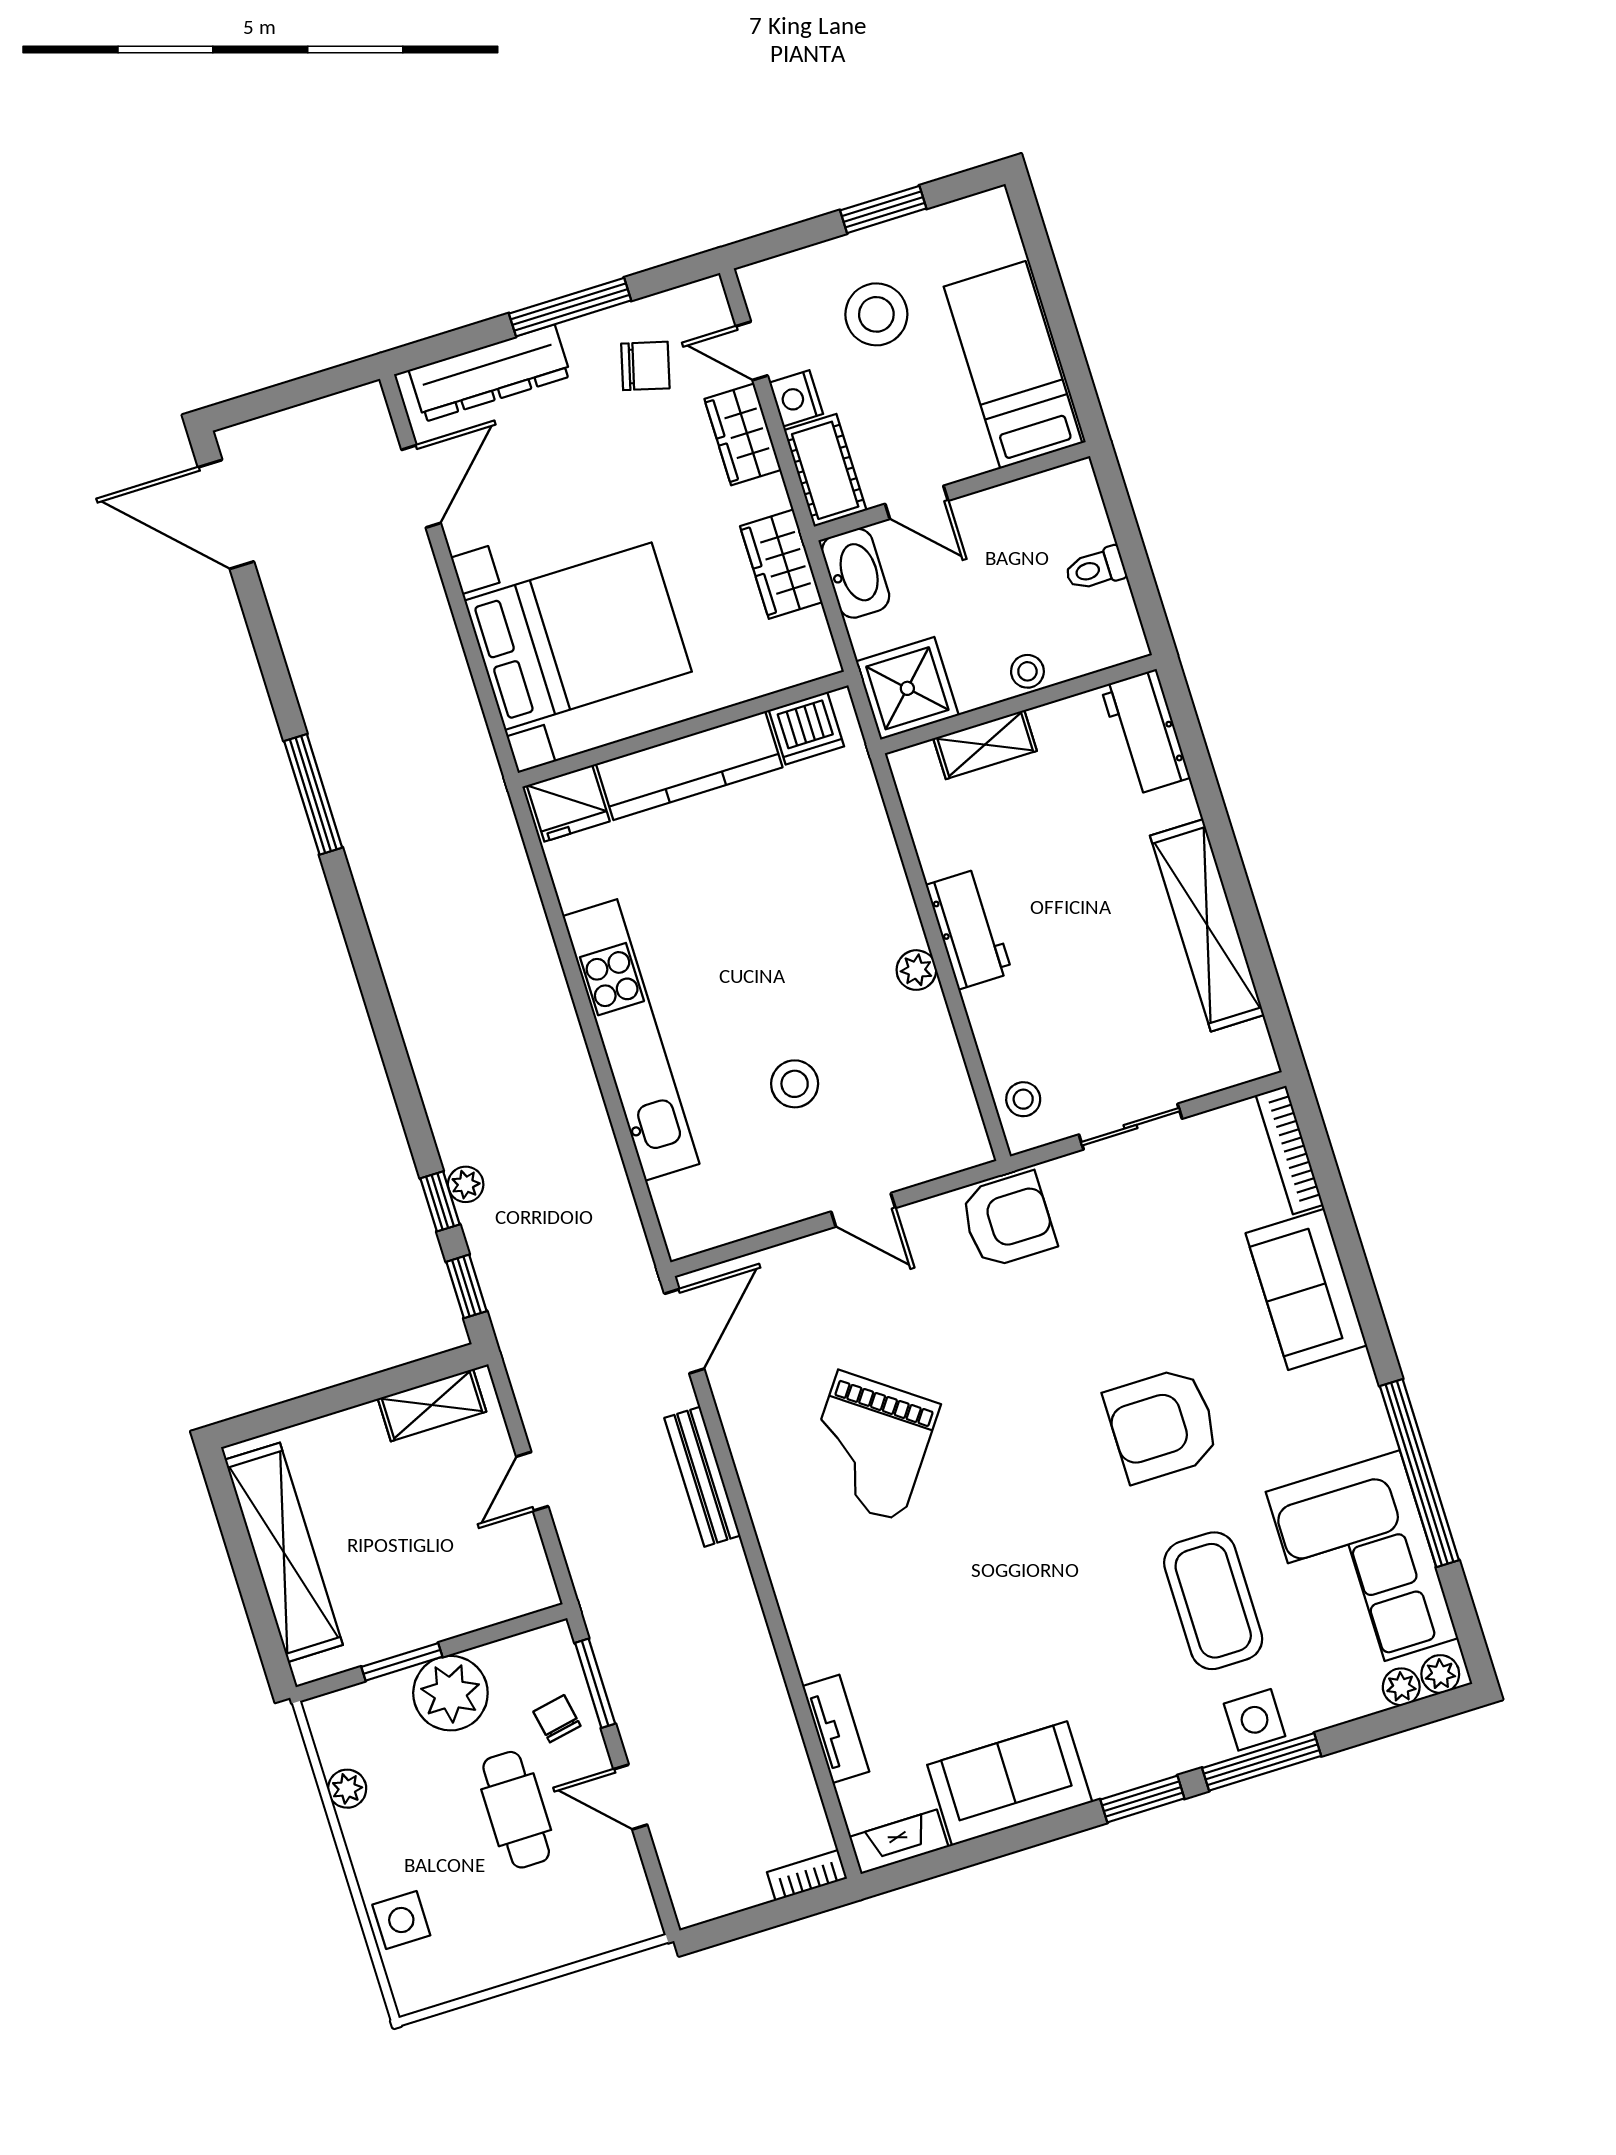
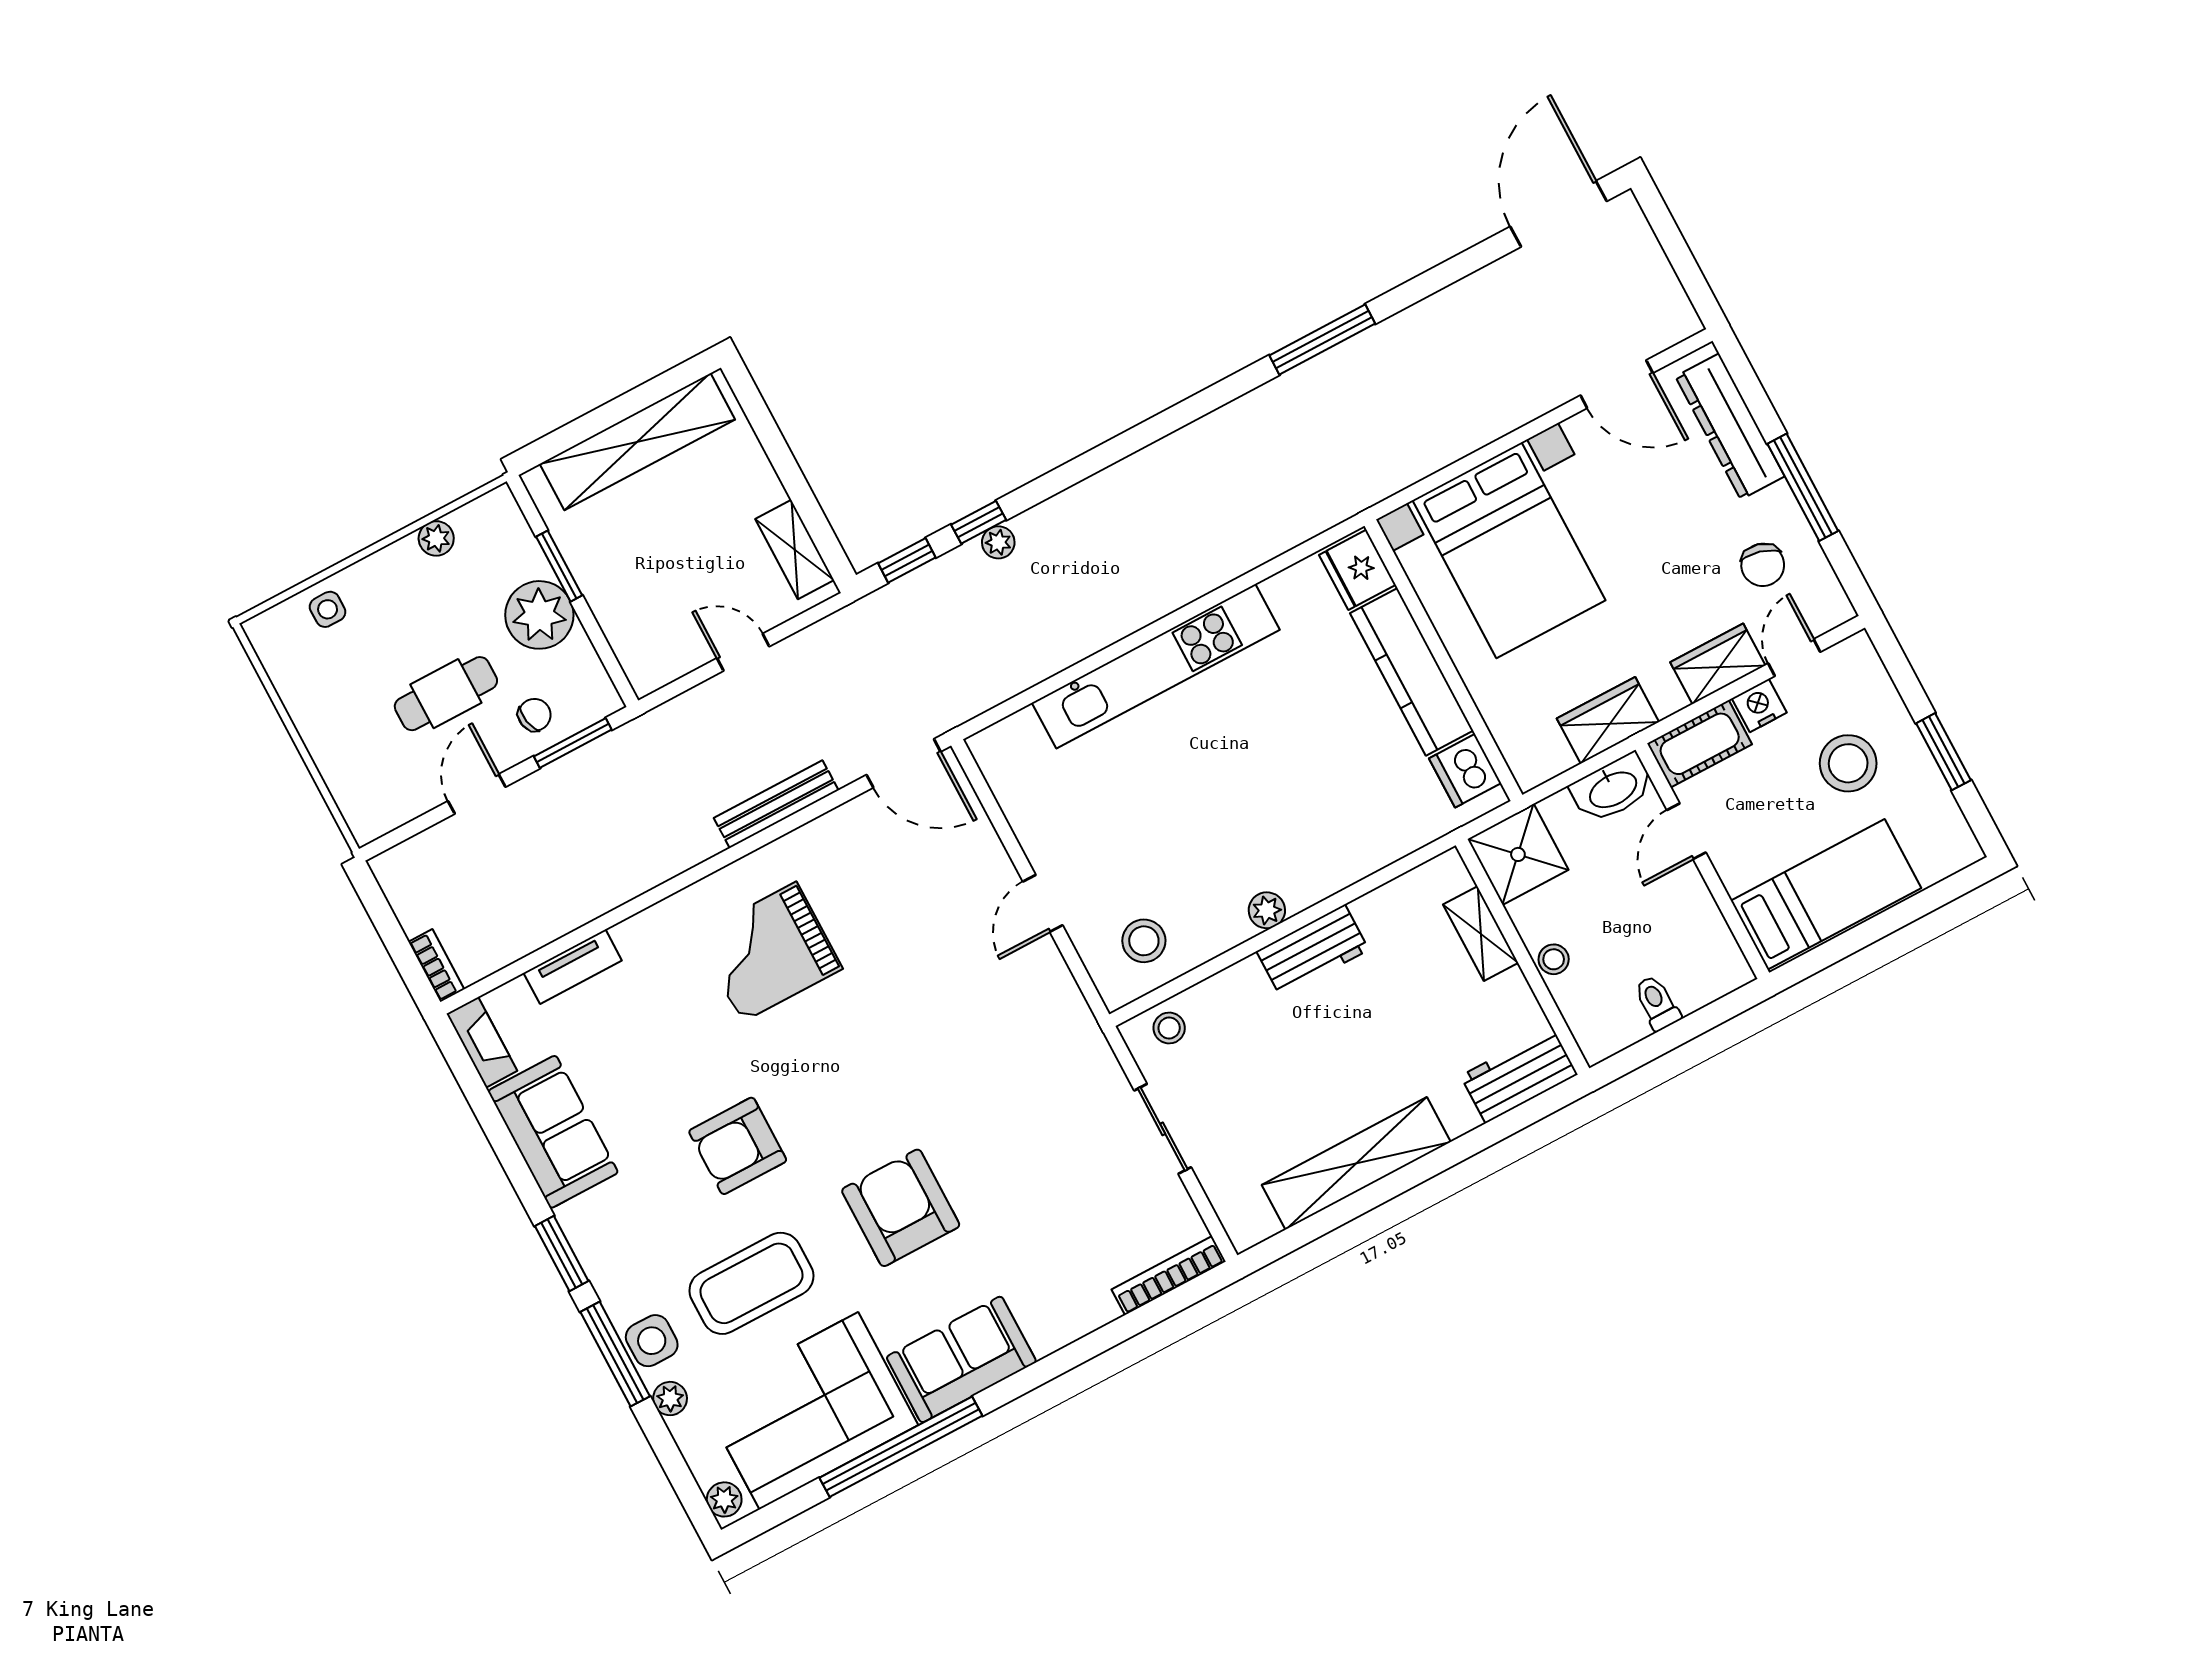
stool: (795, 1084) -> (1144, 941), moved
armchair: (1008, 1220) -> (738, 1146), moved, turned 90
sofa: (1306, 1289) -> (961, 1359), moved
grand piano: (869, 1446) -> (769, 952), moved, turned -36
plant: (1401, 1687) -> (670, 1399), moved
side table: (401, 1920) -> (328, 609), width x0.73, depth x0.73

